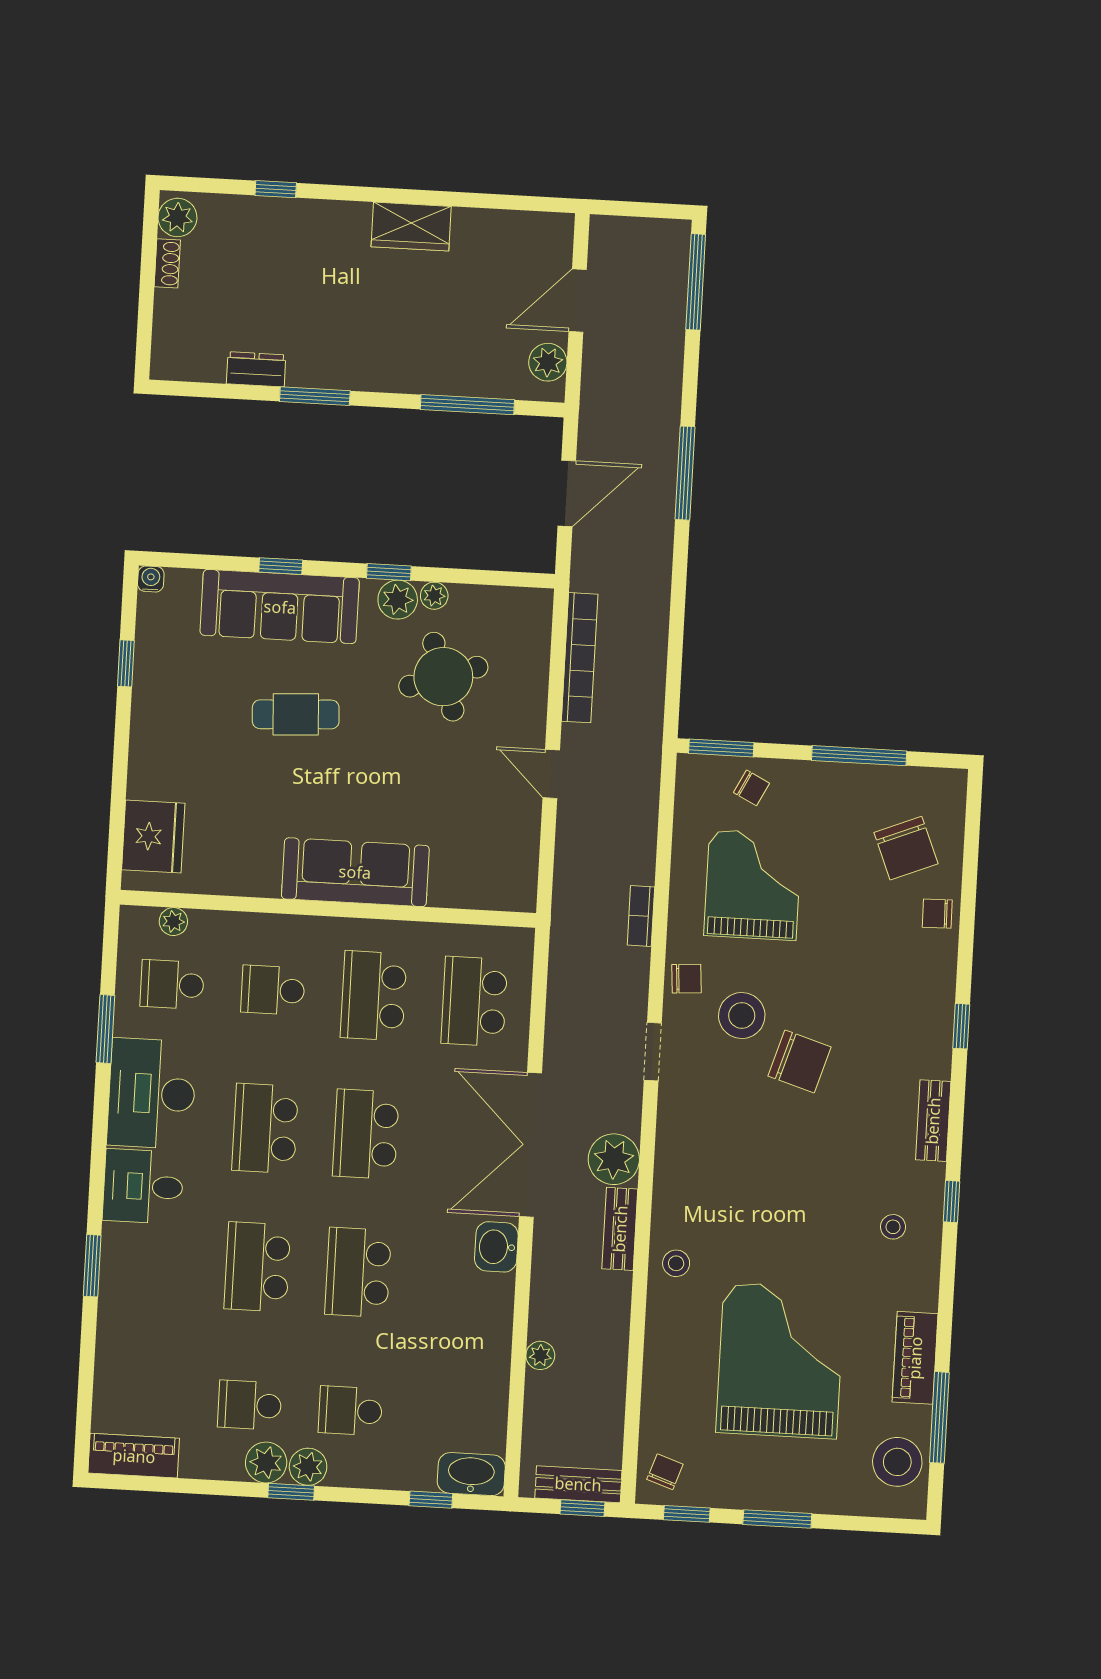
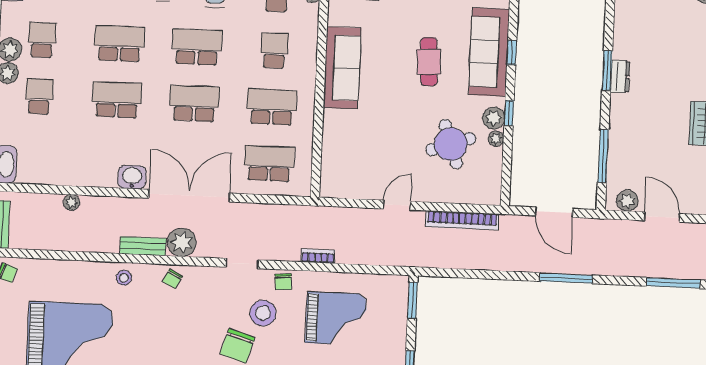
dresser: (256, 369) -> (620, 77), moved
chair: (752, 788) -> (172, 279), moved
sofa: (355, 872) -> (342, 68), moved

